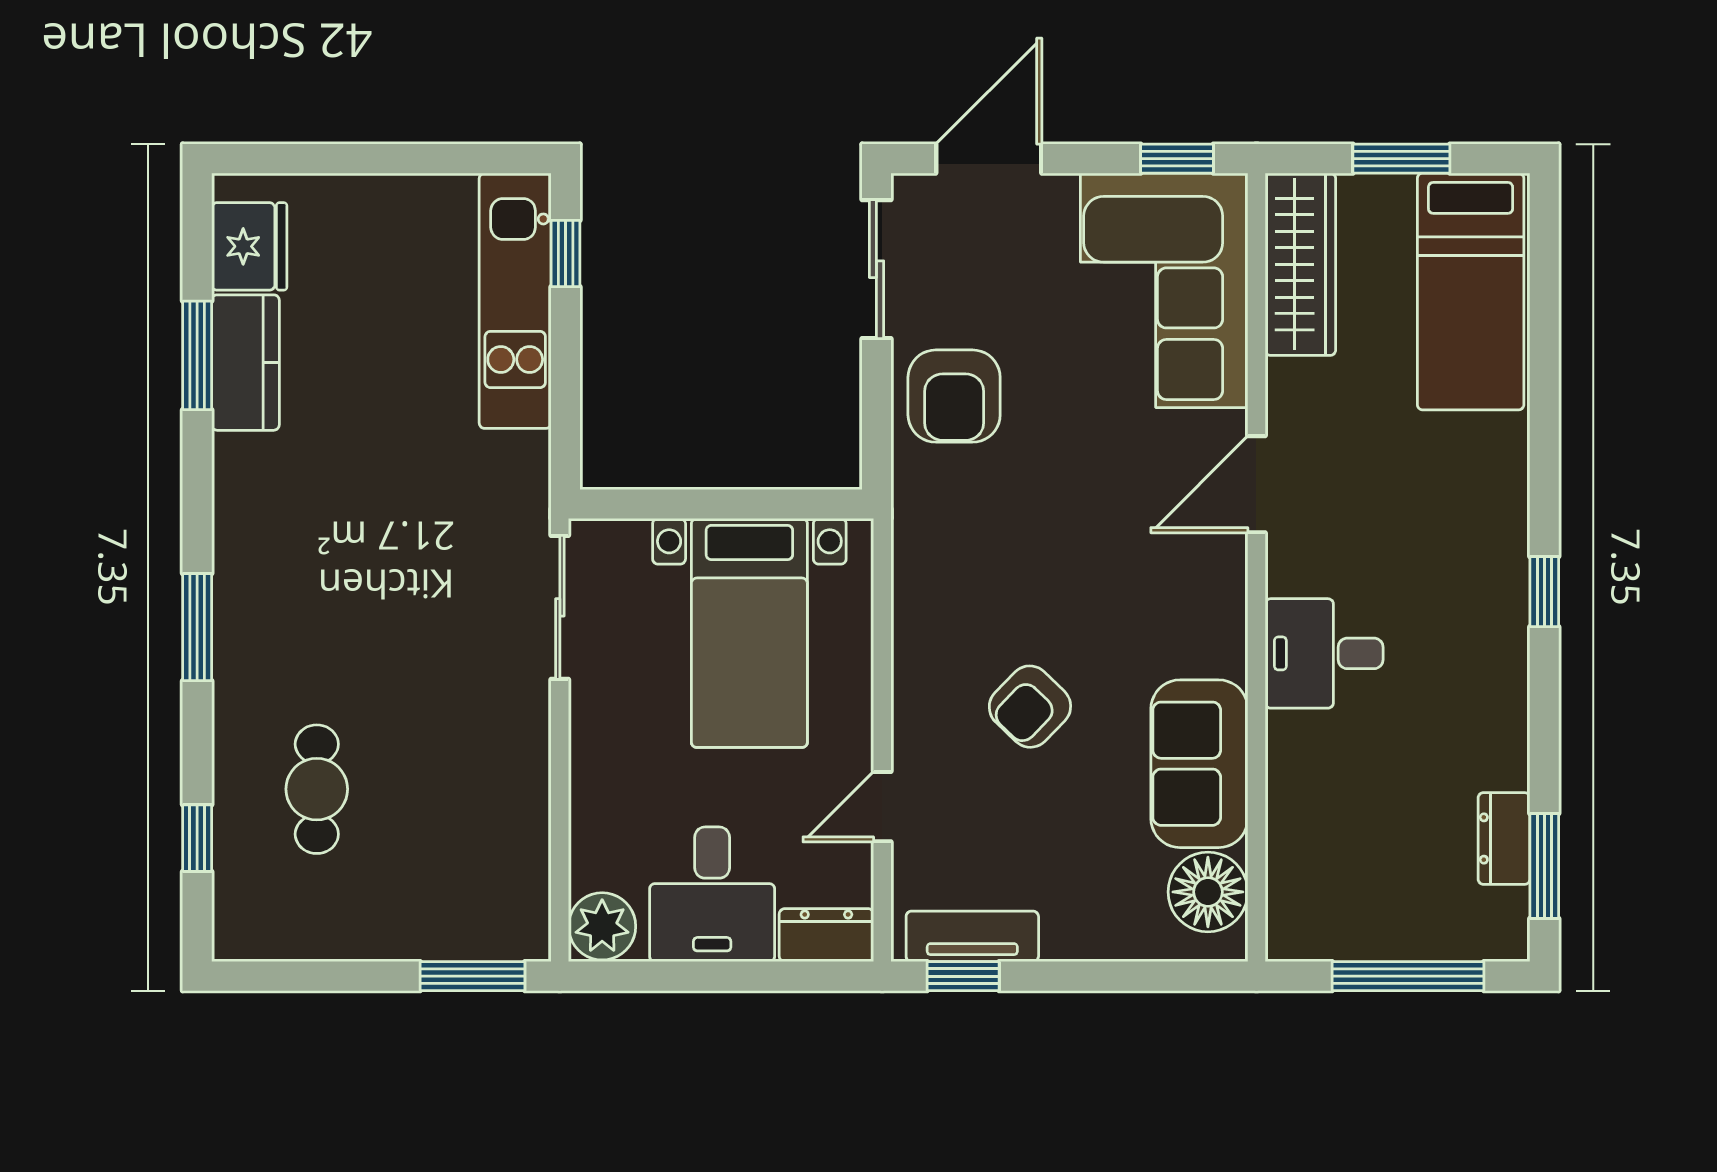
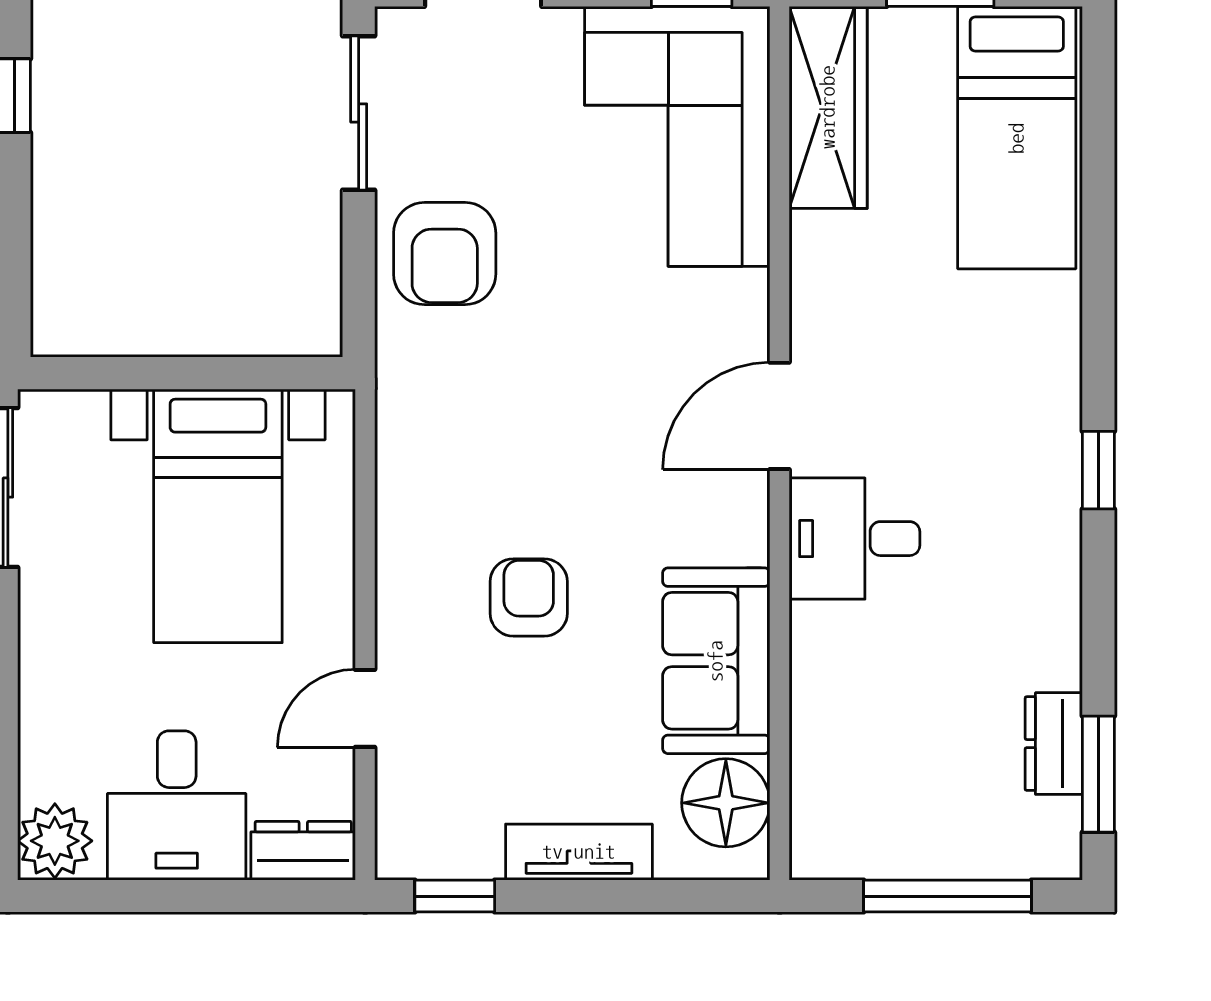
door: (1256, 484) -> (780, 416), moved
armchair: (1030, 707) -> (529, 597), turned 136
tv unit: (972, 936) -> (579, 852), moved

